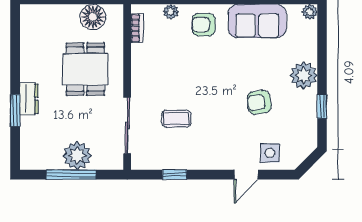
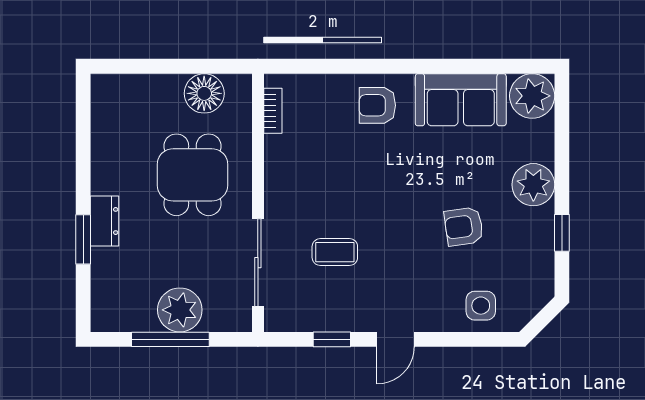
plant: (171, 12) -> (326, 85), removed
plant: (310, 12) -> (532, 96), width x1.88, depth x1.88
door: (246, 175) -> (396, 339), moved

